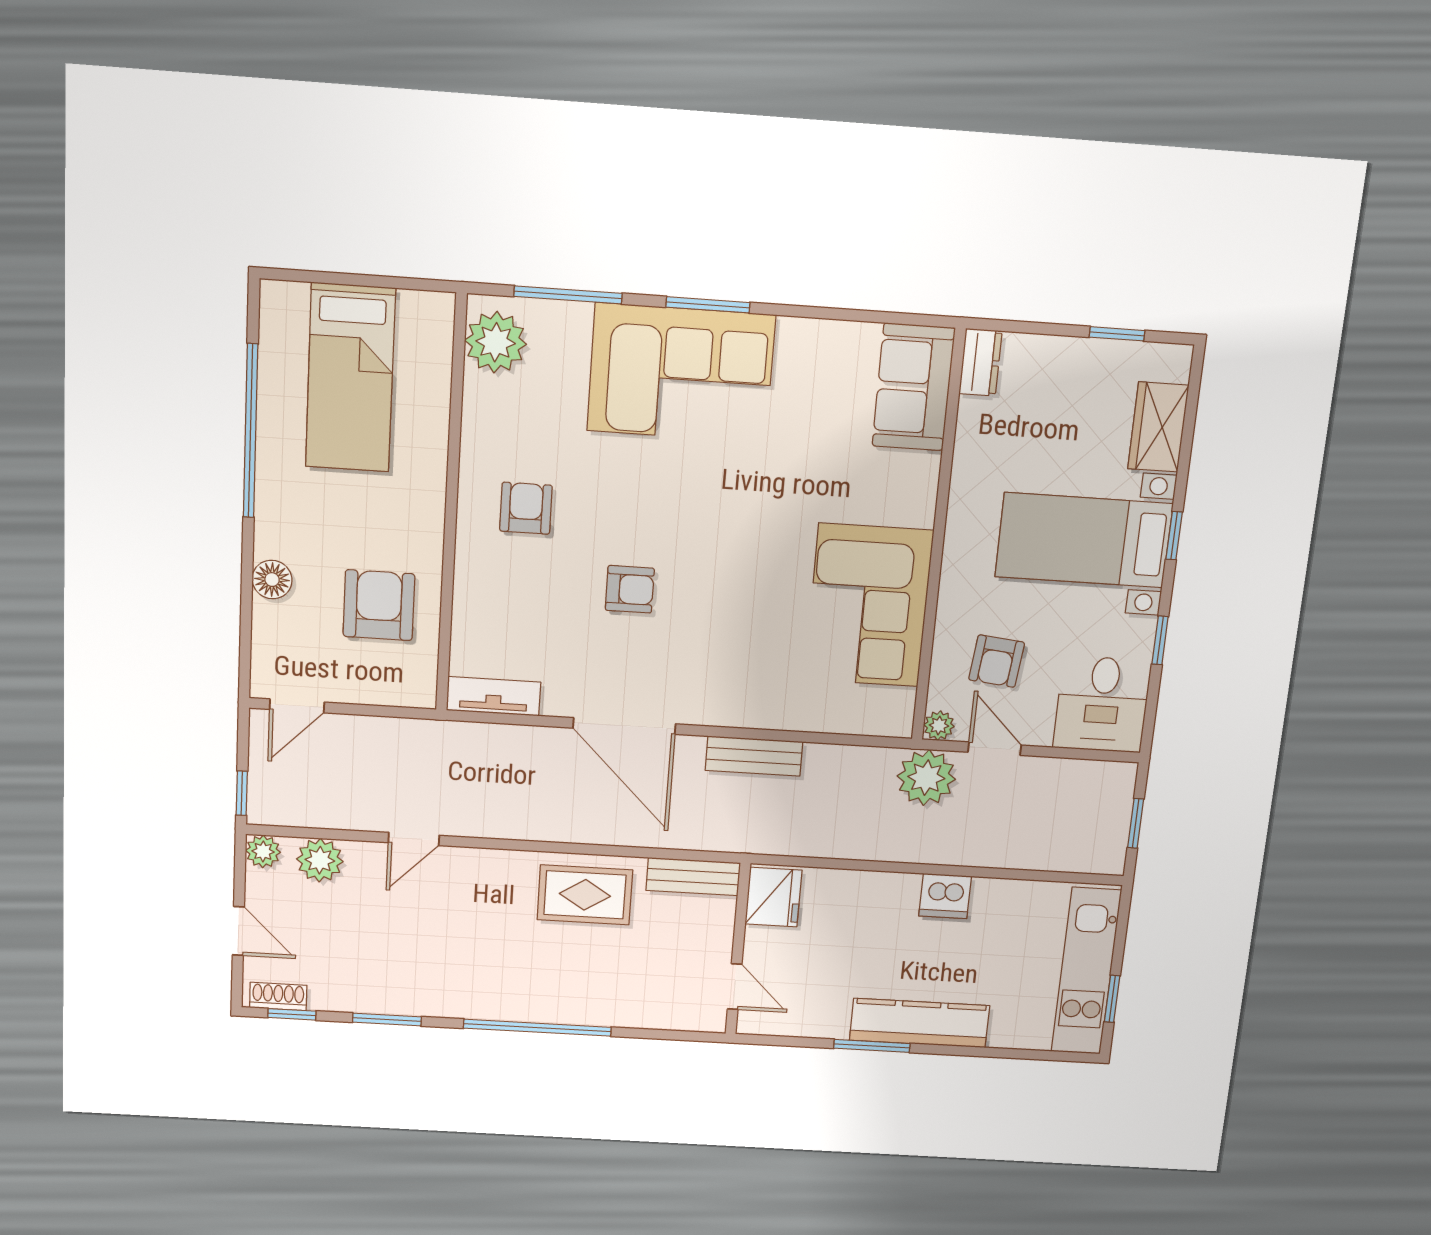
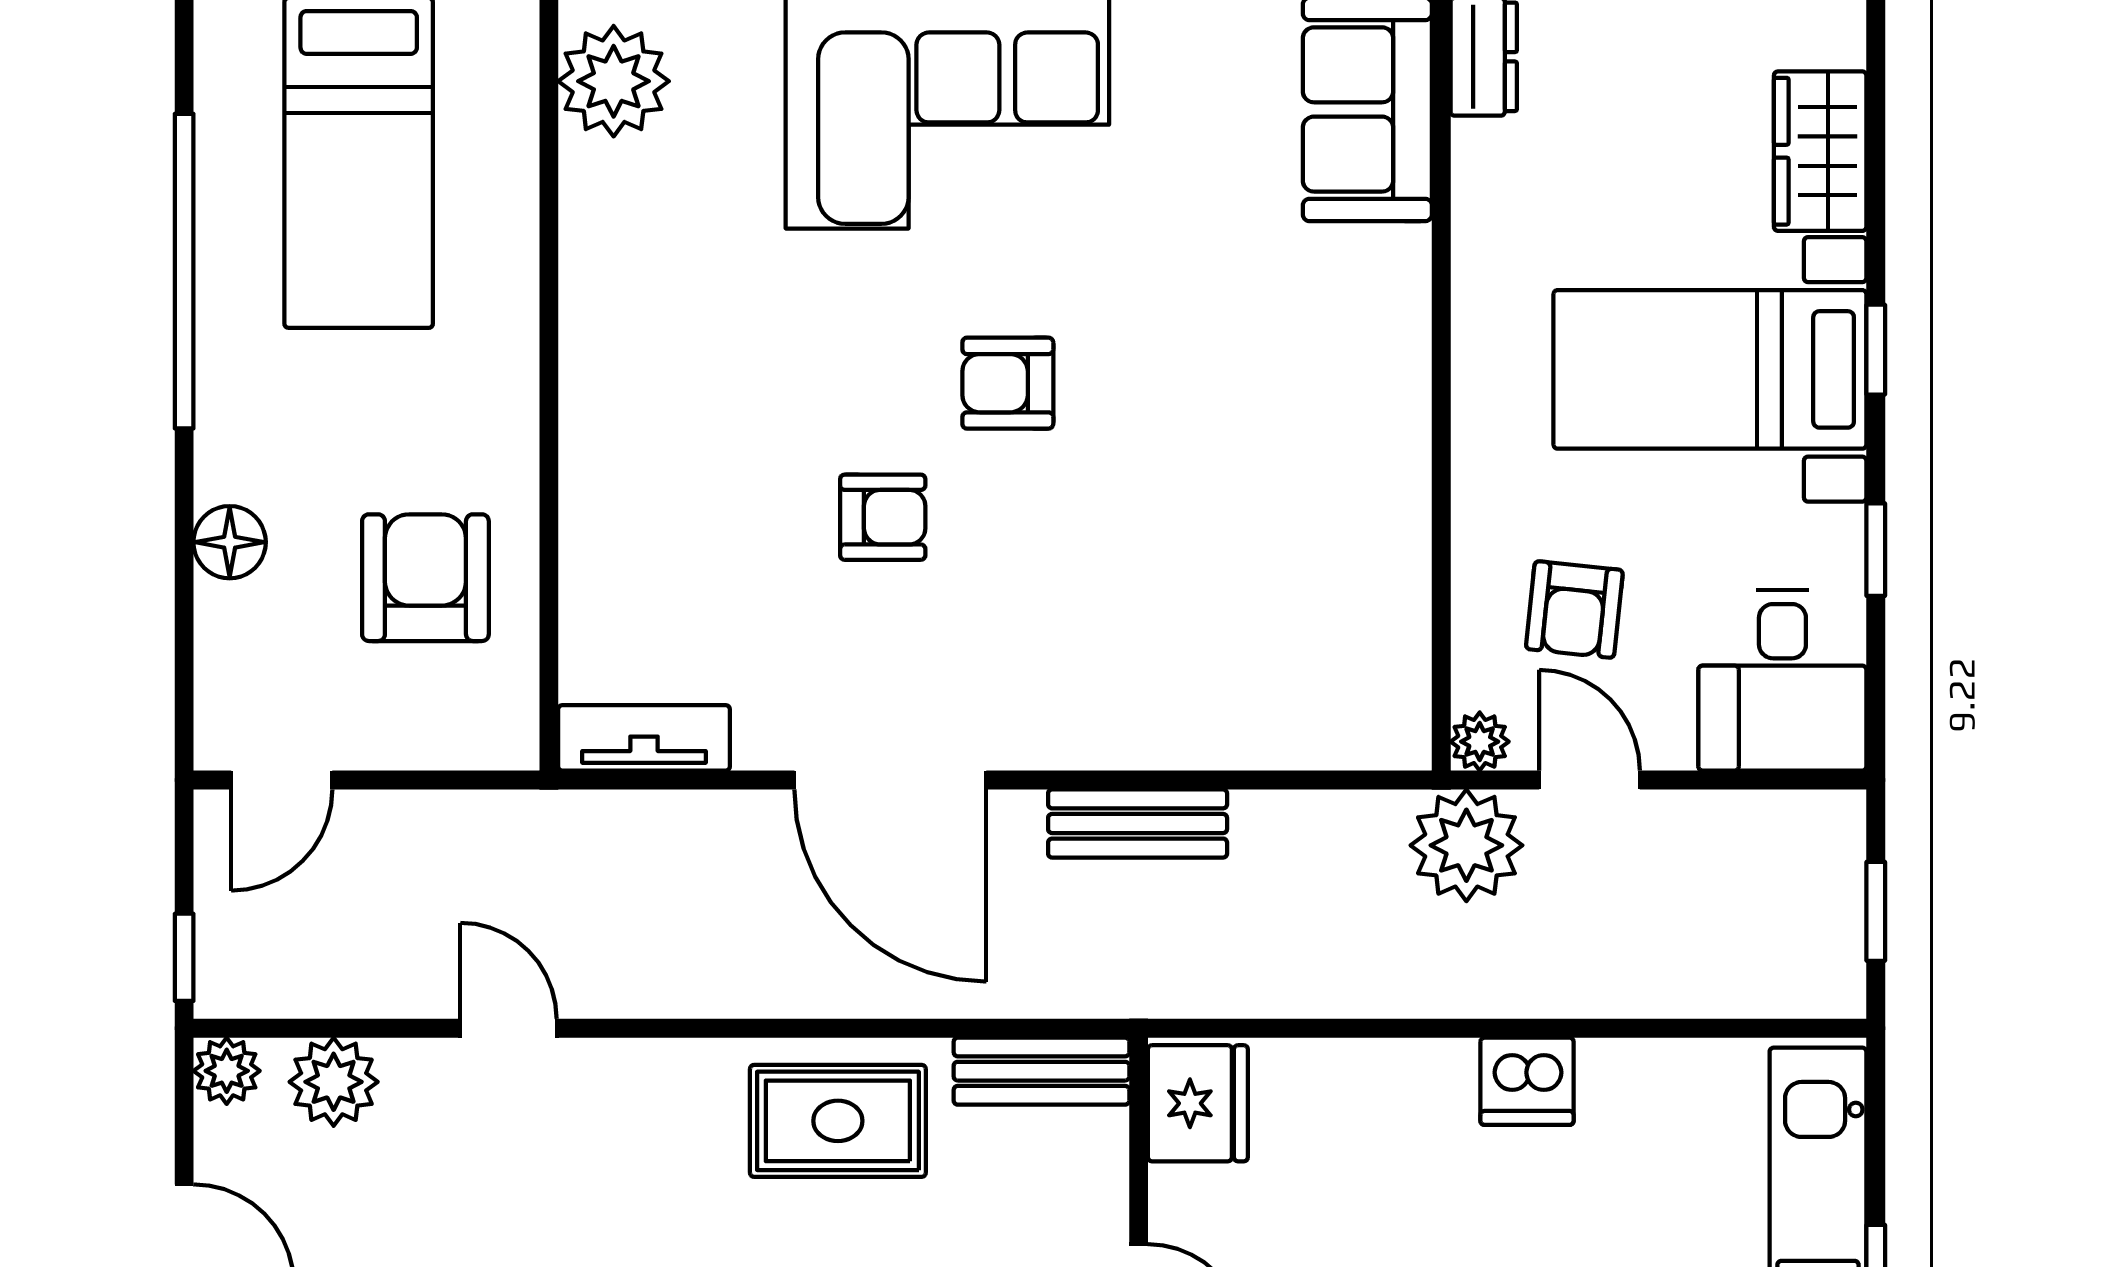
armchair: (526, 508) -> (1008, 383), moved, turned -90
corner sofa: (869, 605) -> (1325, 519), removed
door: (414, 839) -> (509, 1028), swing flipped

